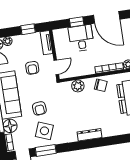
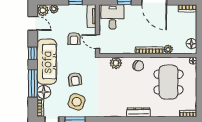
desk: (81, 38) -> (113, 17), moved
door: (56, 67) -> (98, 42), swing flipped
dresser: (90, 135) -> (138, 112), moved

